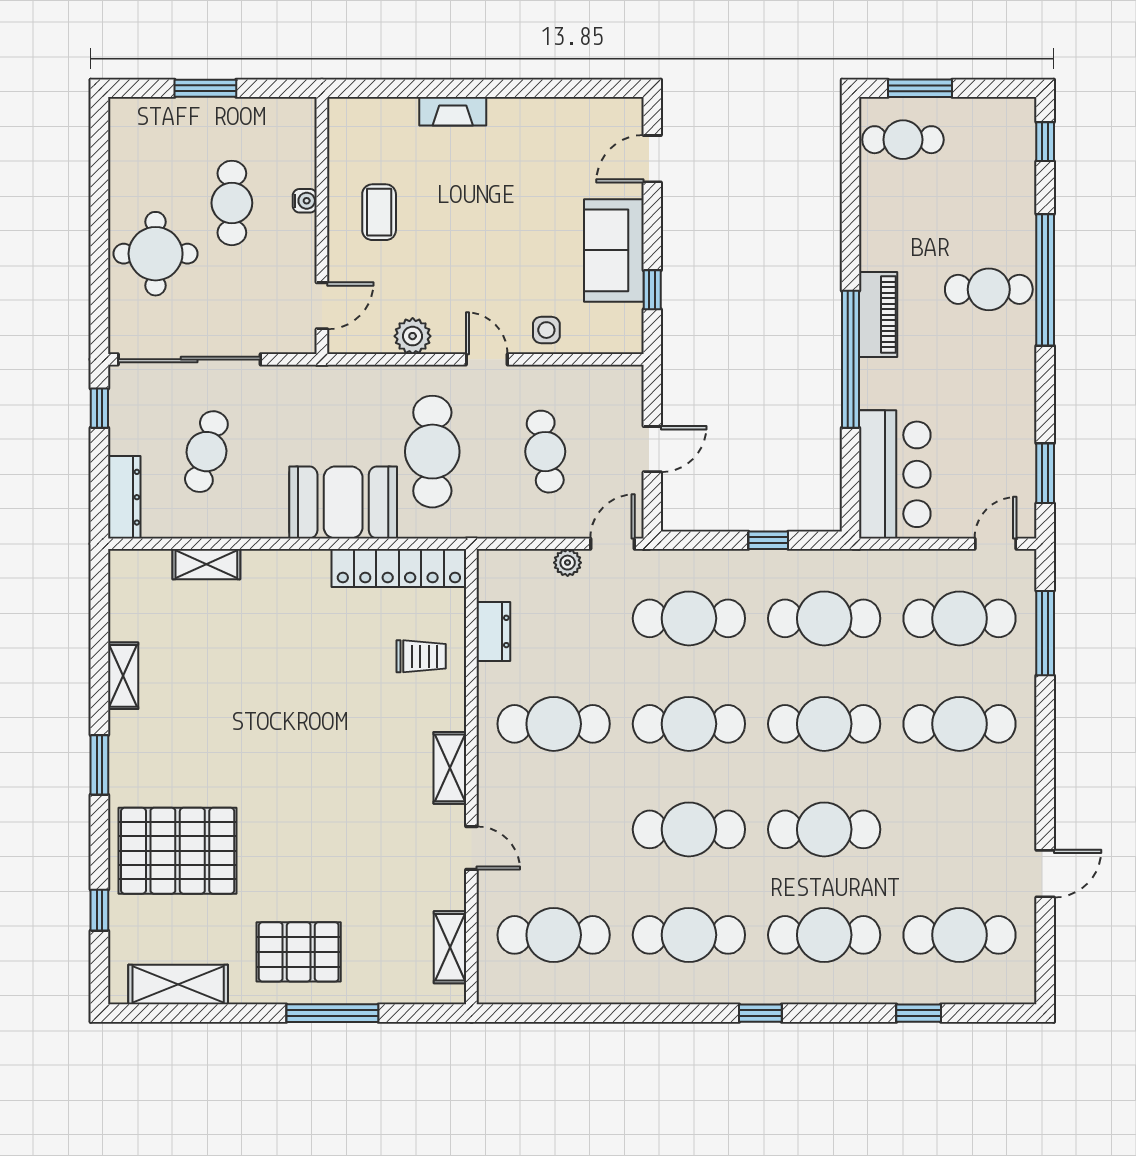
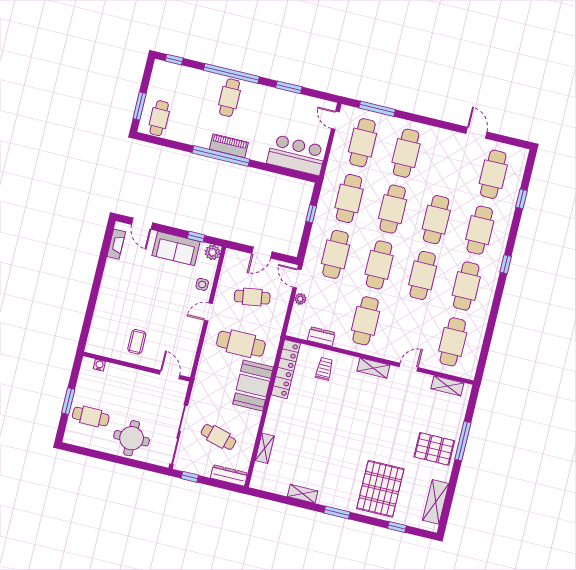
fireplace: (453, 111) -> (116, 244), moved
water cooler: (305, 201) -> (99, 365), moved
cafe table: (232, 203) -> (91, 417), moved
coffee table: (379, 212) -> (137, 342), turned 90
plant: (413, 336) -> (213, 252), moved
window: (850, 359) -> (221, 156), moved
door: (652, 449) -> (262, 253), swing flipped
window: (1045, 473) -> (289, 87), moved
pallet: (299, 952) -> (434, 449), turned 90

